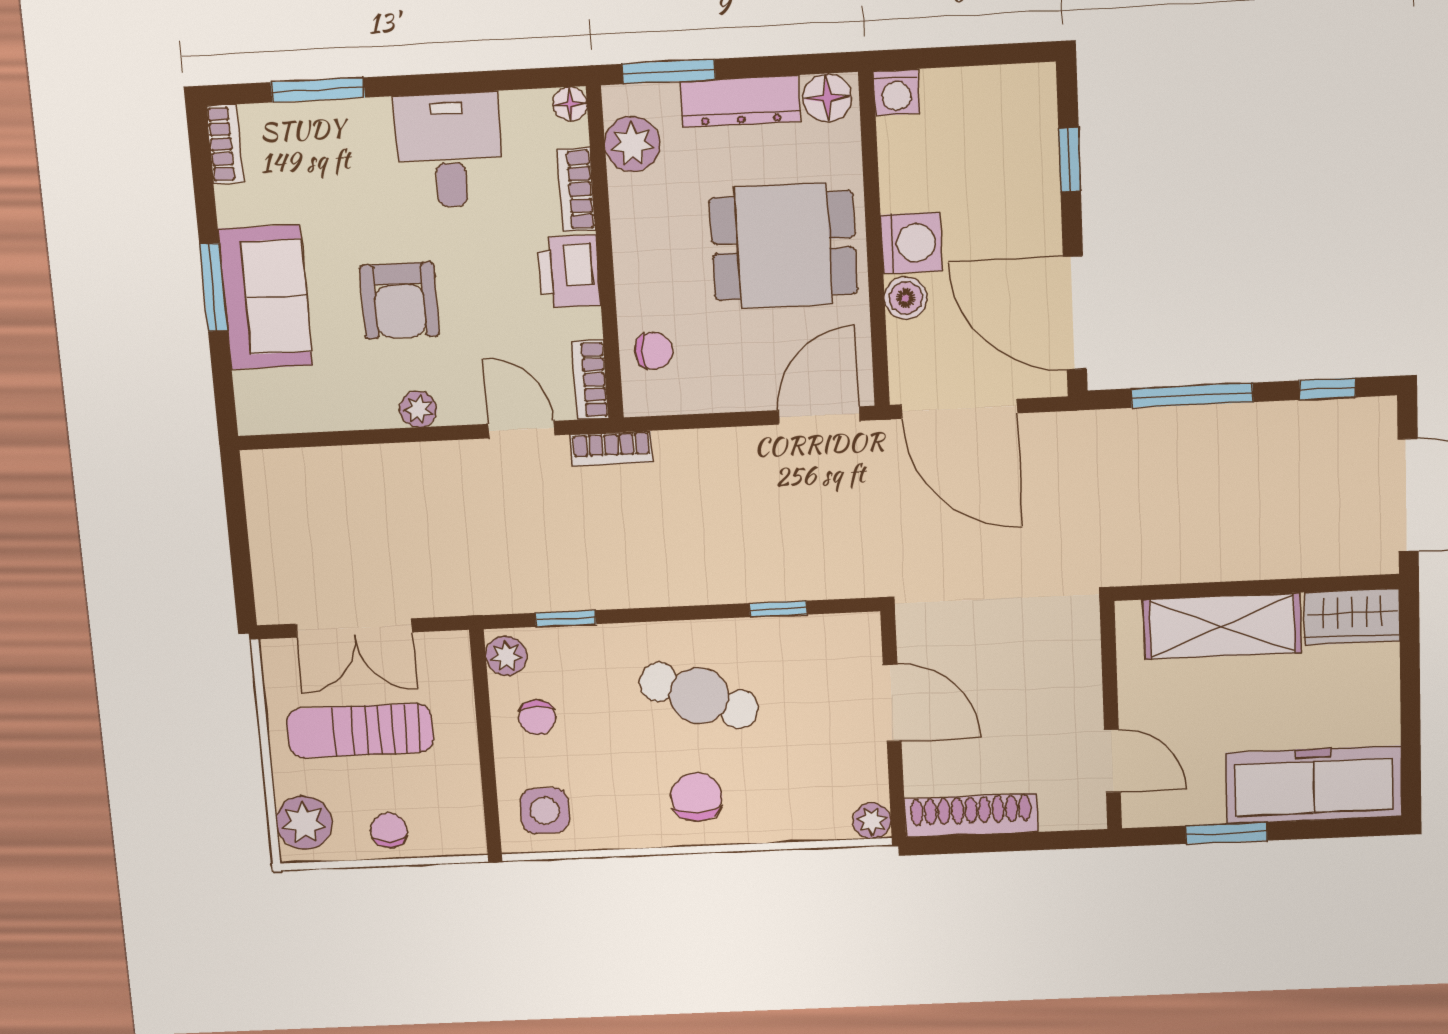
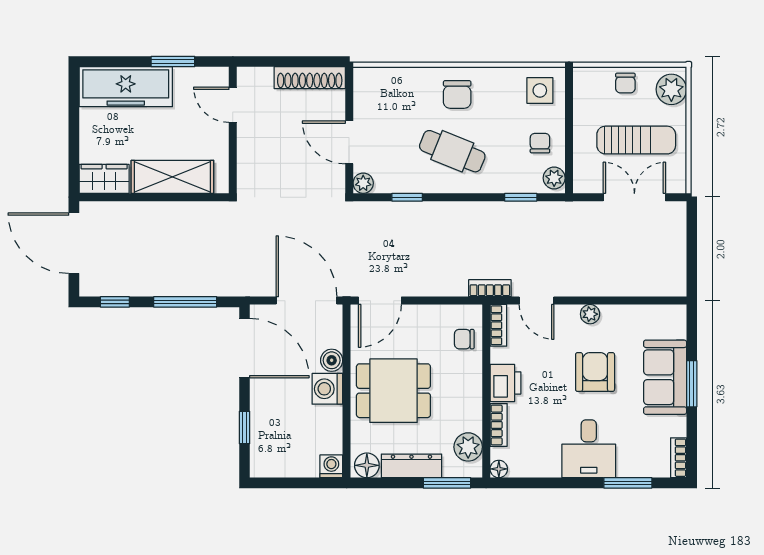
desk: (449, 150) -> (589, 449), moved
plant: (872, 821) -> (363, 183), moved

